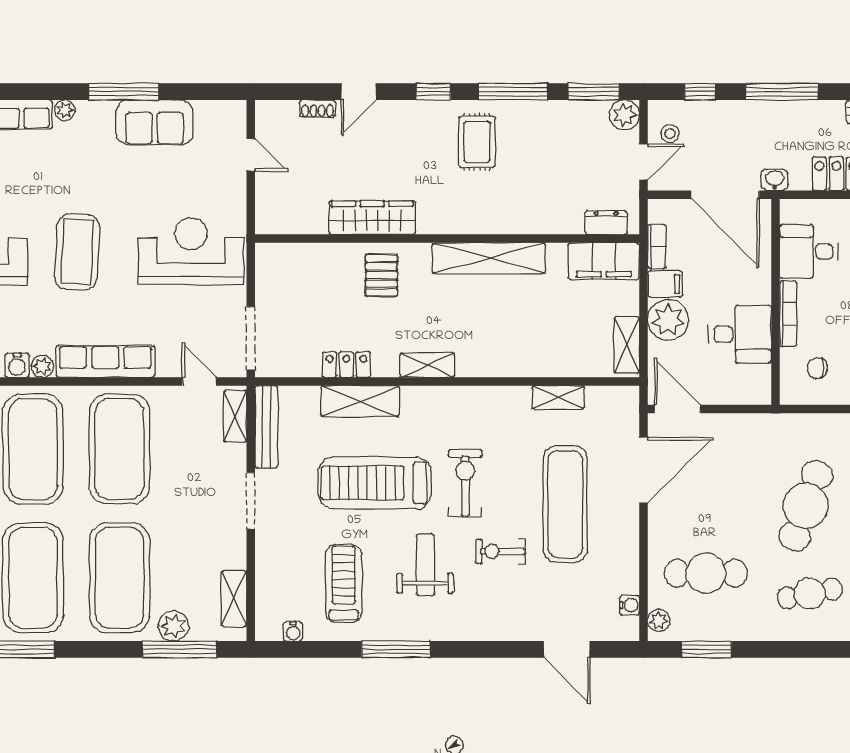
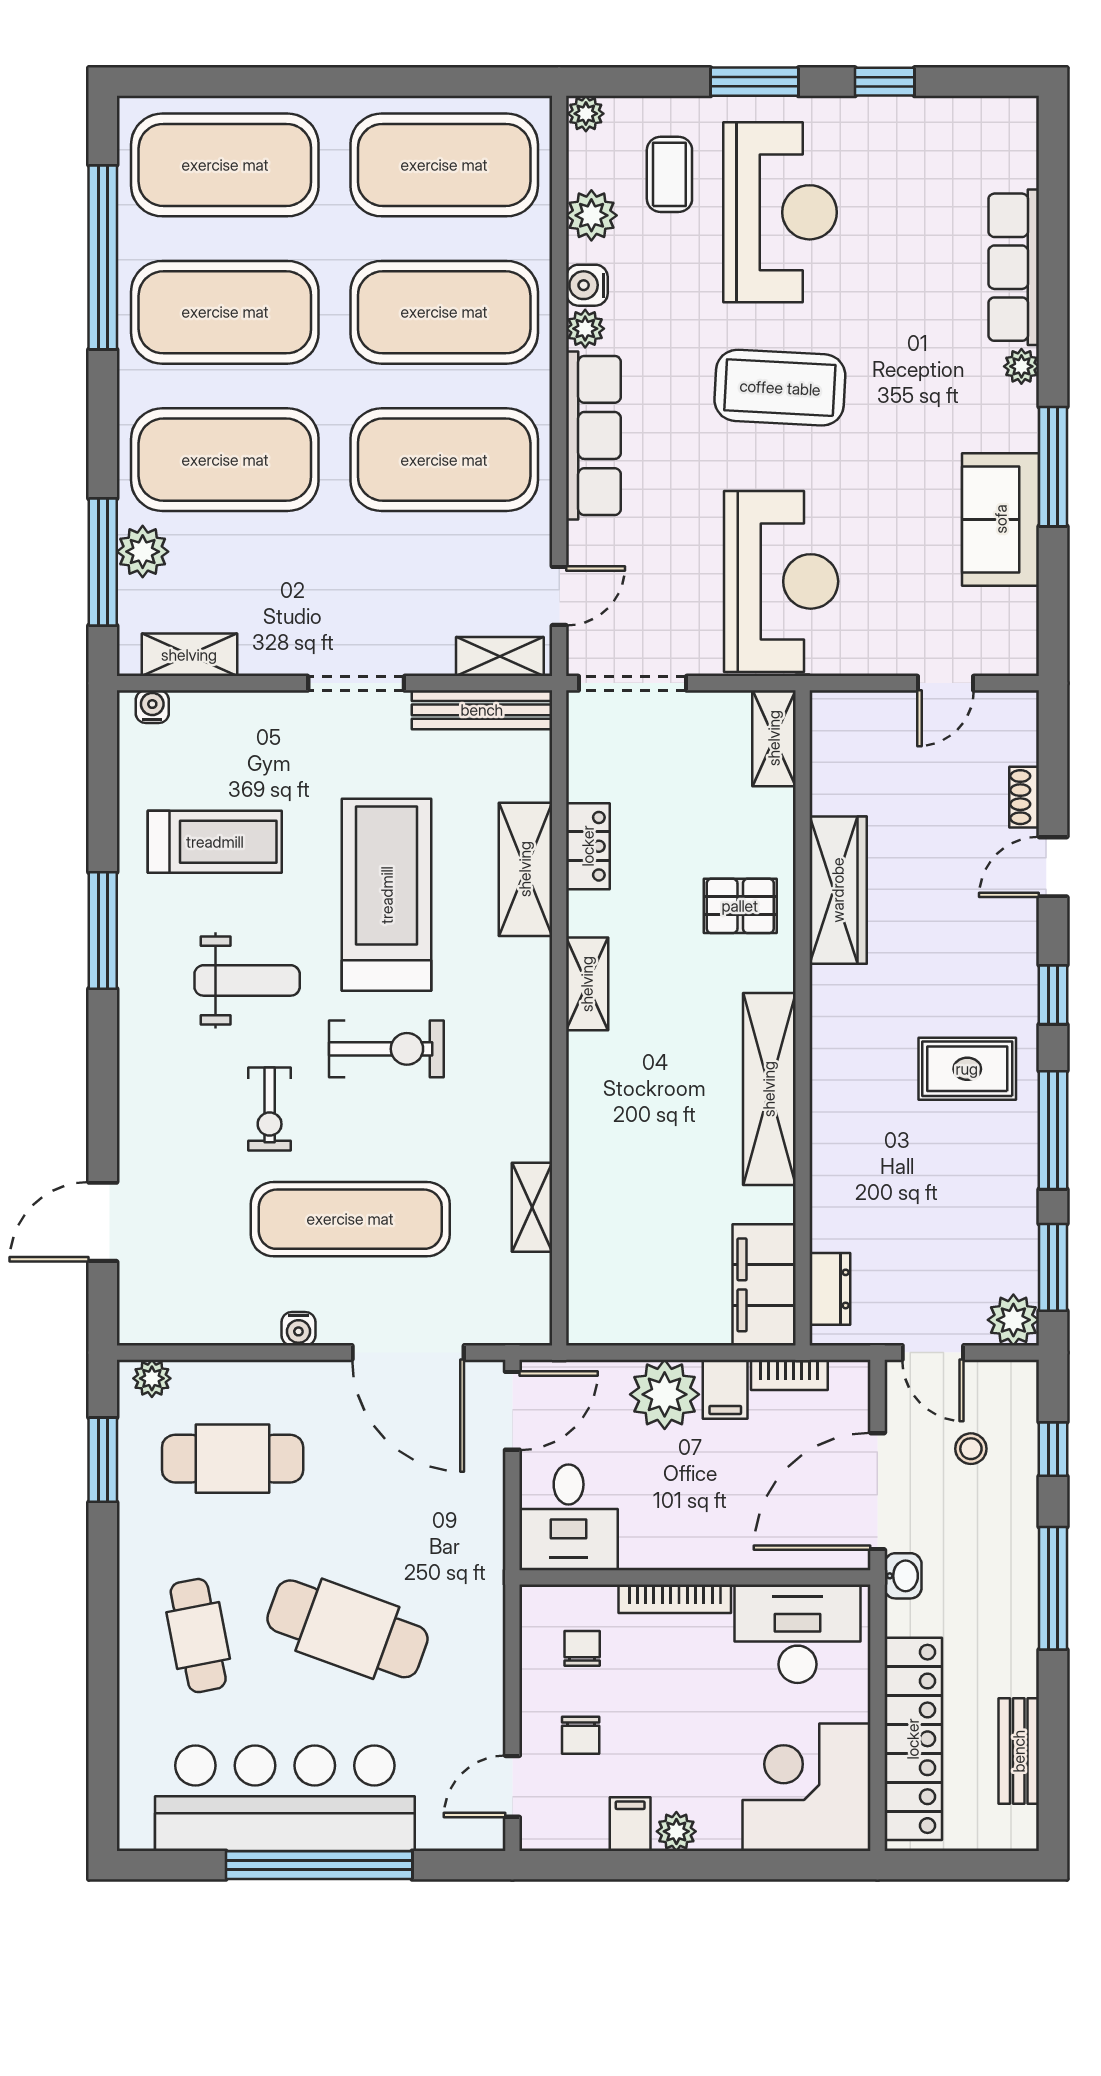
door: (359, 92) -> (1053, 867), hinge flipped
stool: (670, 133) -> (971, 1449), moved
desk: (809, 252) -> (798, 1634), width x1.37
desk: (740, 334) -> (569, 1517), moved
shelving: (627, 345) -> (774, 738), moved, turned 90
exercise bike: (501, 551) -> (270, 1109), turned 180
cafe table: (706, 573) -> (233, 1459), turned 90
water cooler: (630, 605) -> (298, 1329), moved
water cooler: (293, 631) -> (152, 707), moved, turned 90

